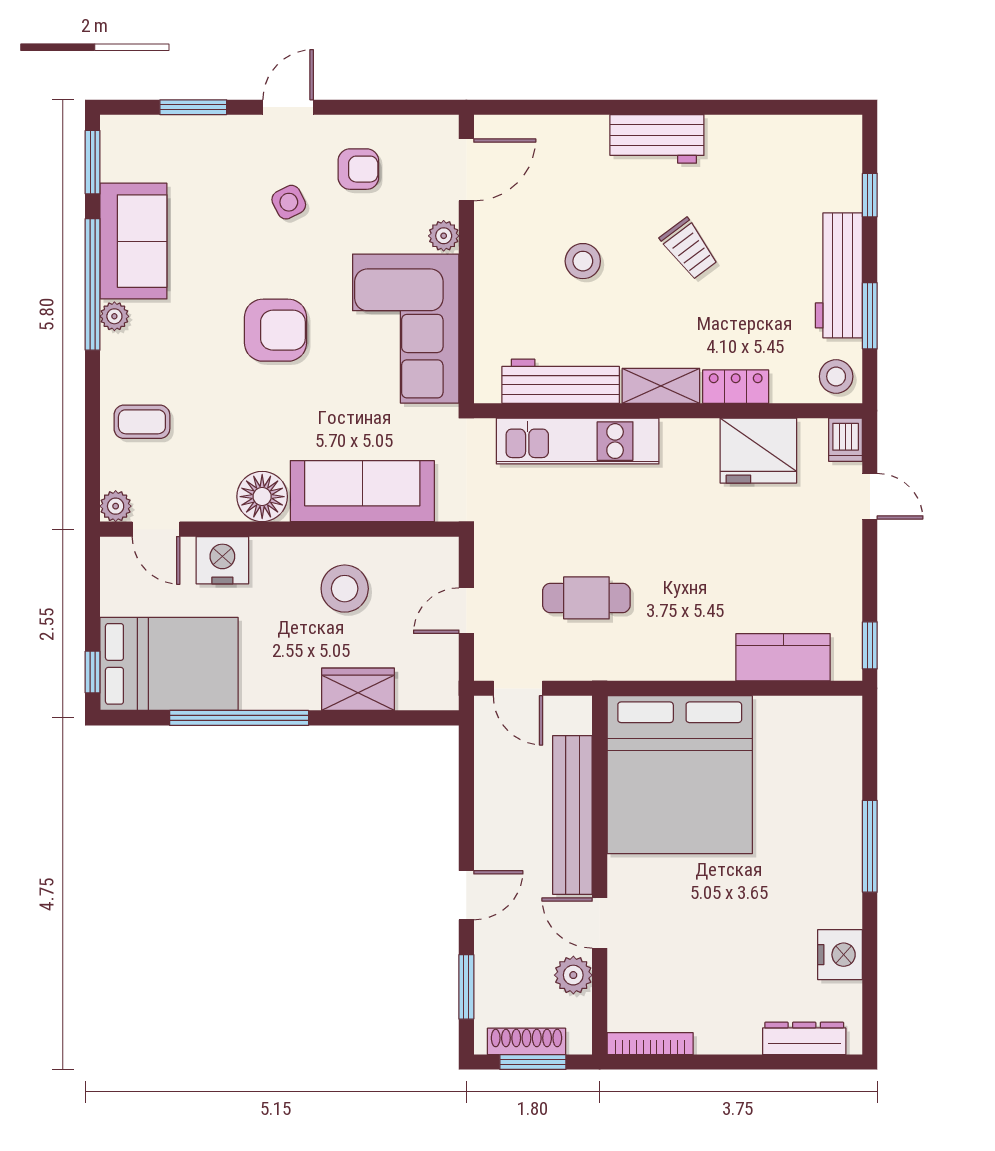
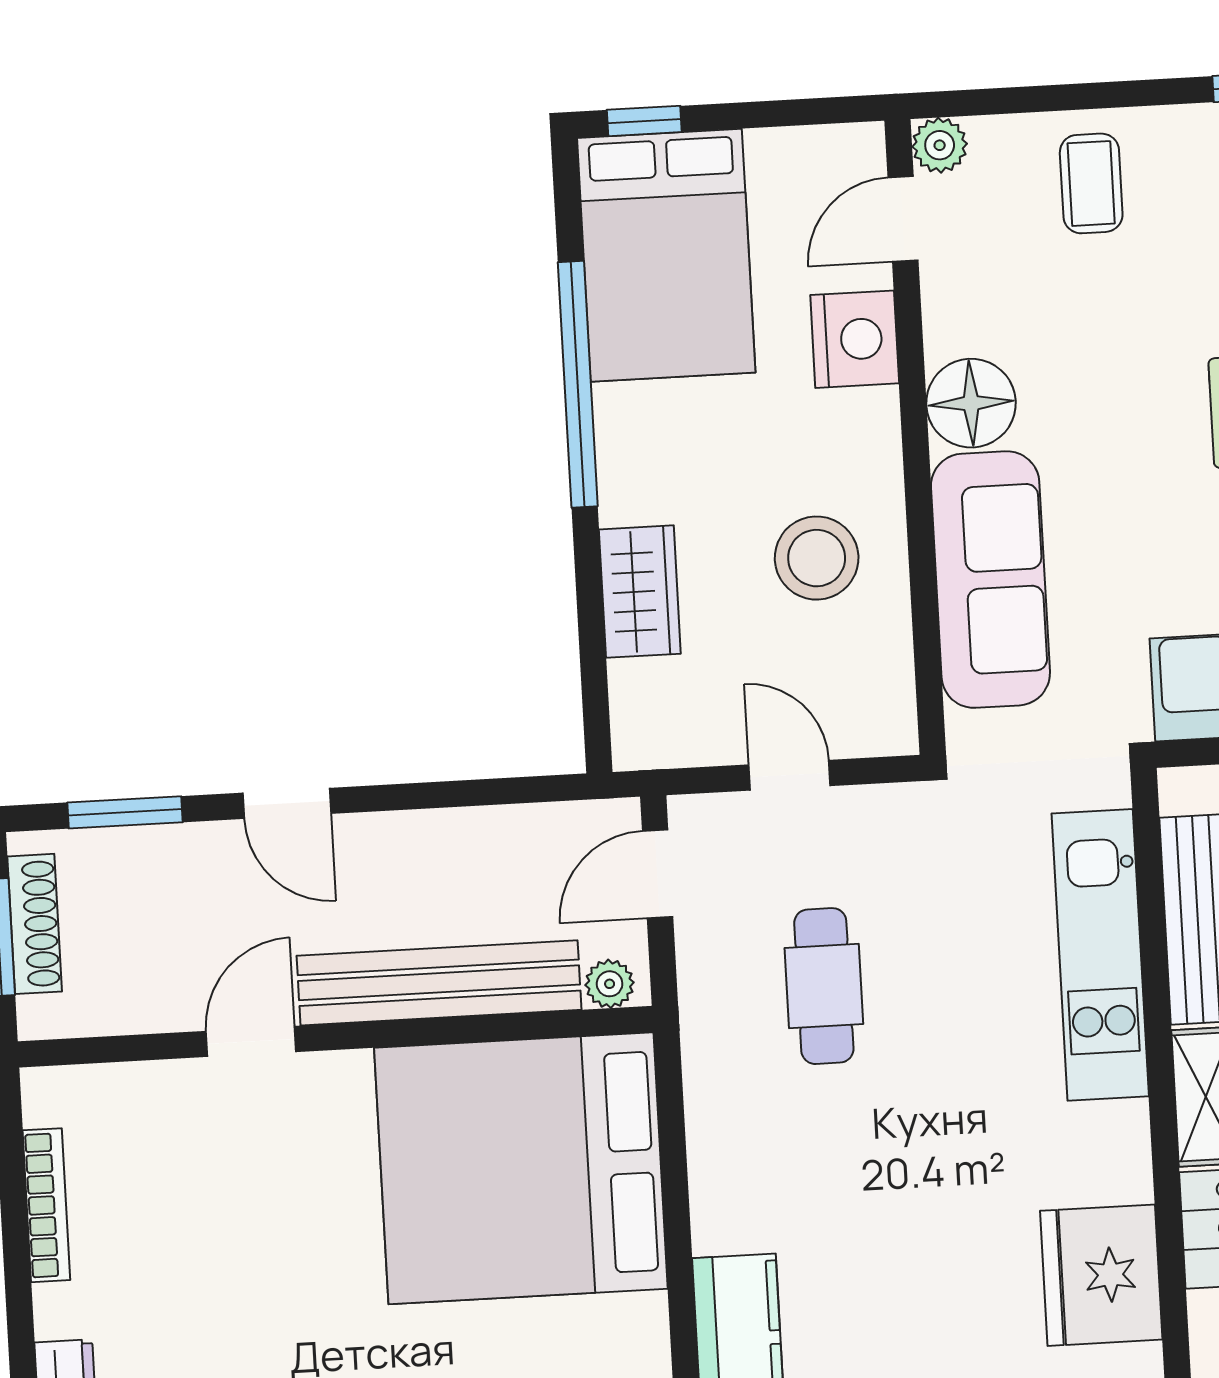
plant: (573, 975) -> (610, 984), moved, width x0.73, depth x0.73
bookcase: (650, 1044) -> (46, 1205), moved

